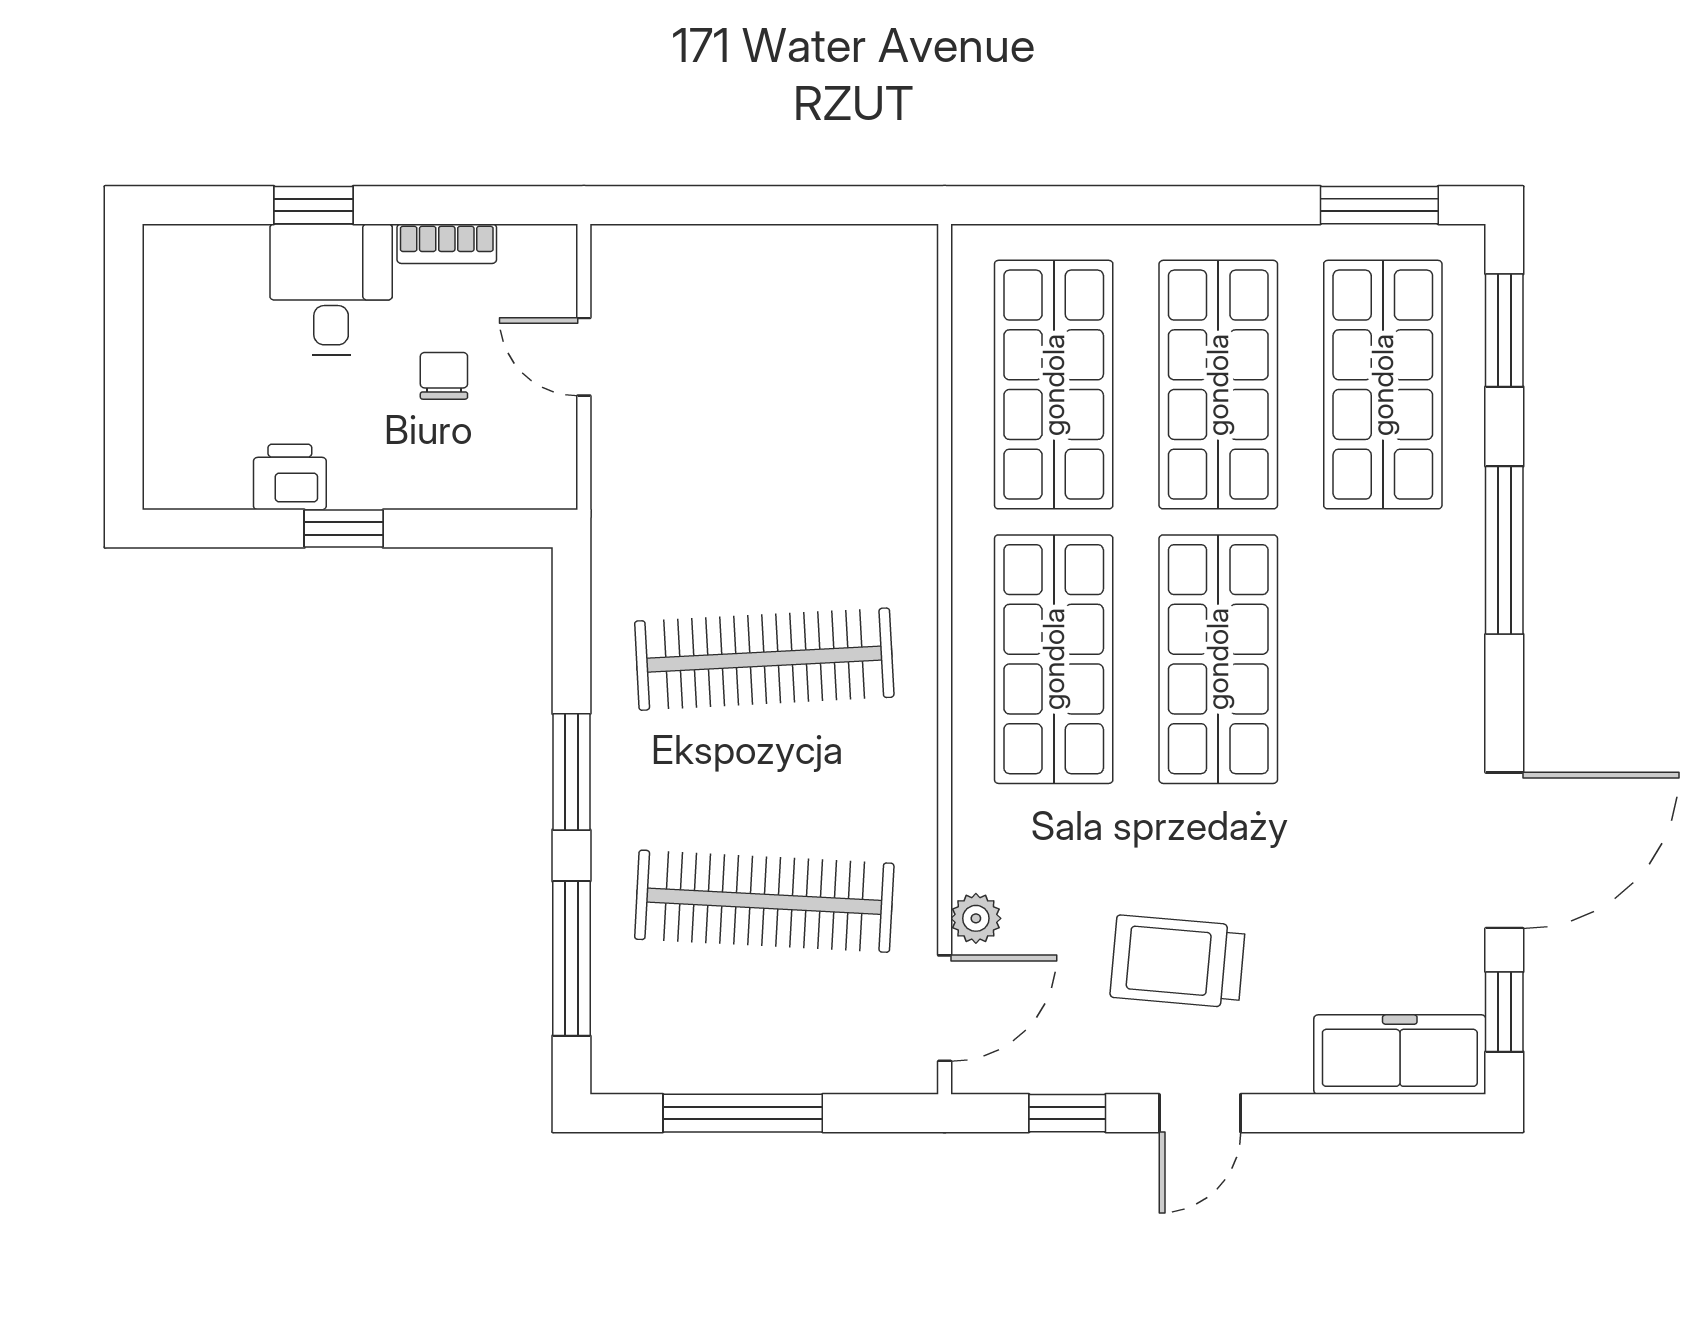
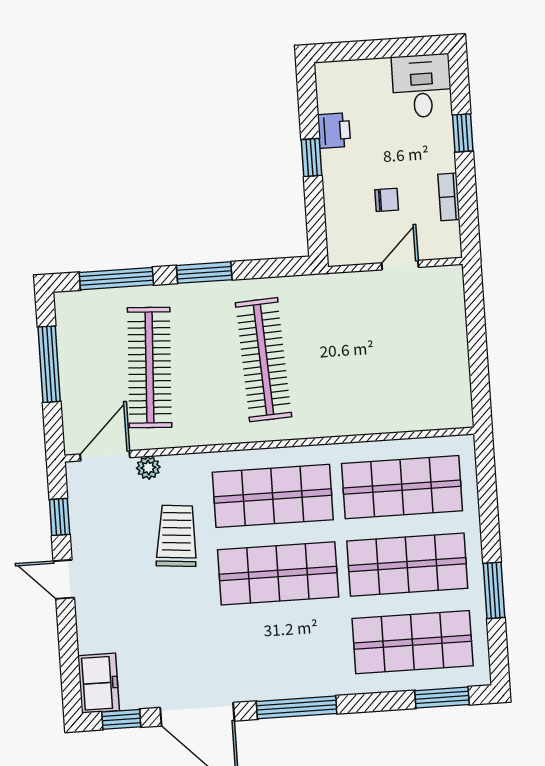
window: (1379, 205) -> (494, 590), moved
desk: (331, 290) -> (422, 86), moved, turned -90
window: (1504, 550) -> (297, 707), moved
trolley: (1178, 962) -> (177, 536), moved
door: (945, 1008) -> (105, 456), swing flipped
freezer: (1400, 1055) -> (99, 683), width x0.71

